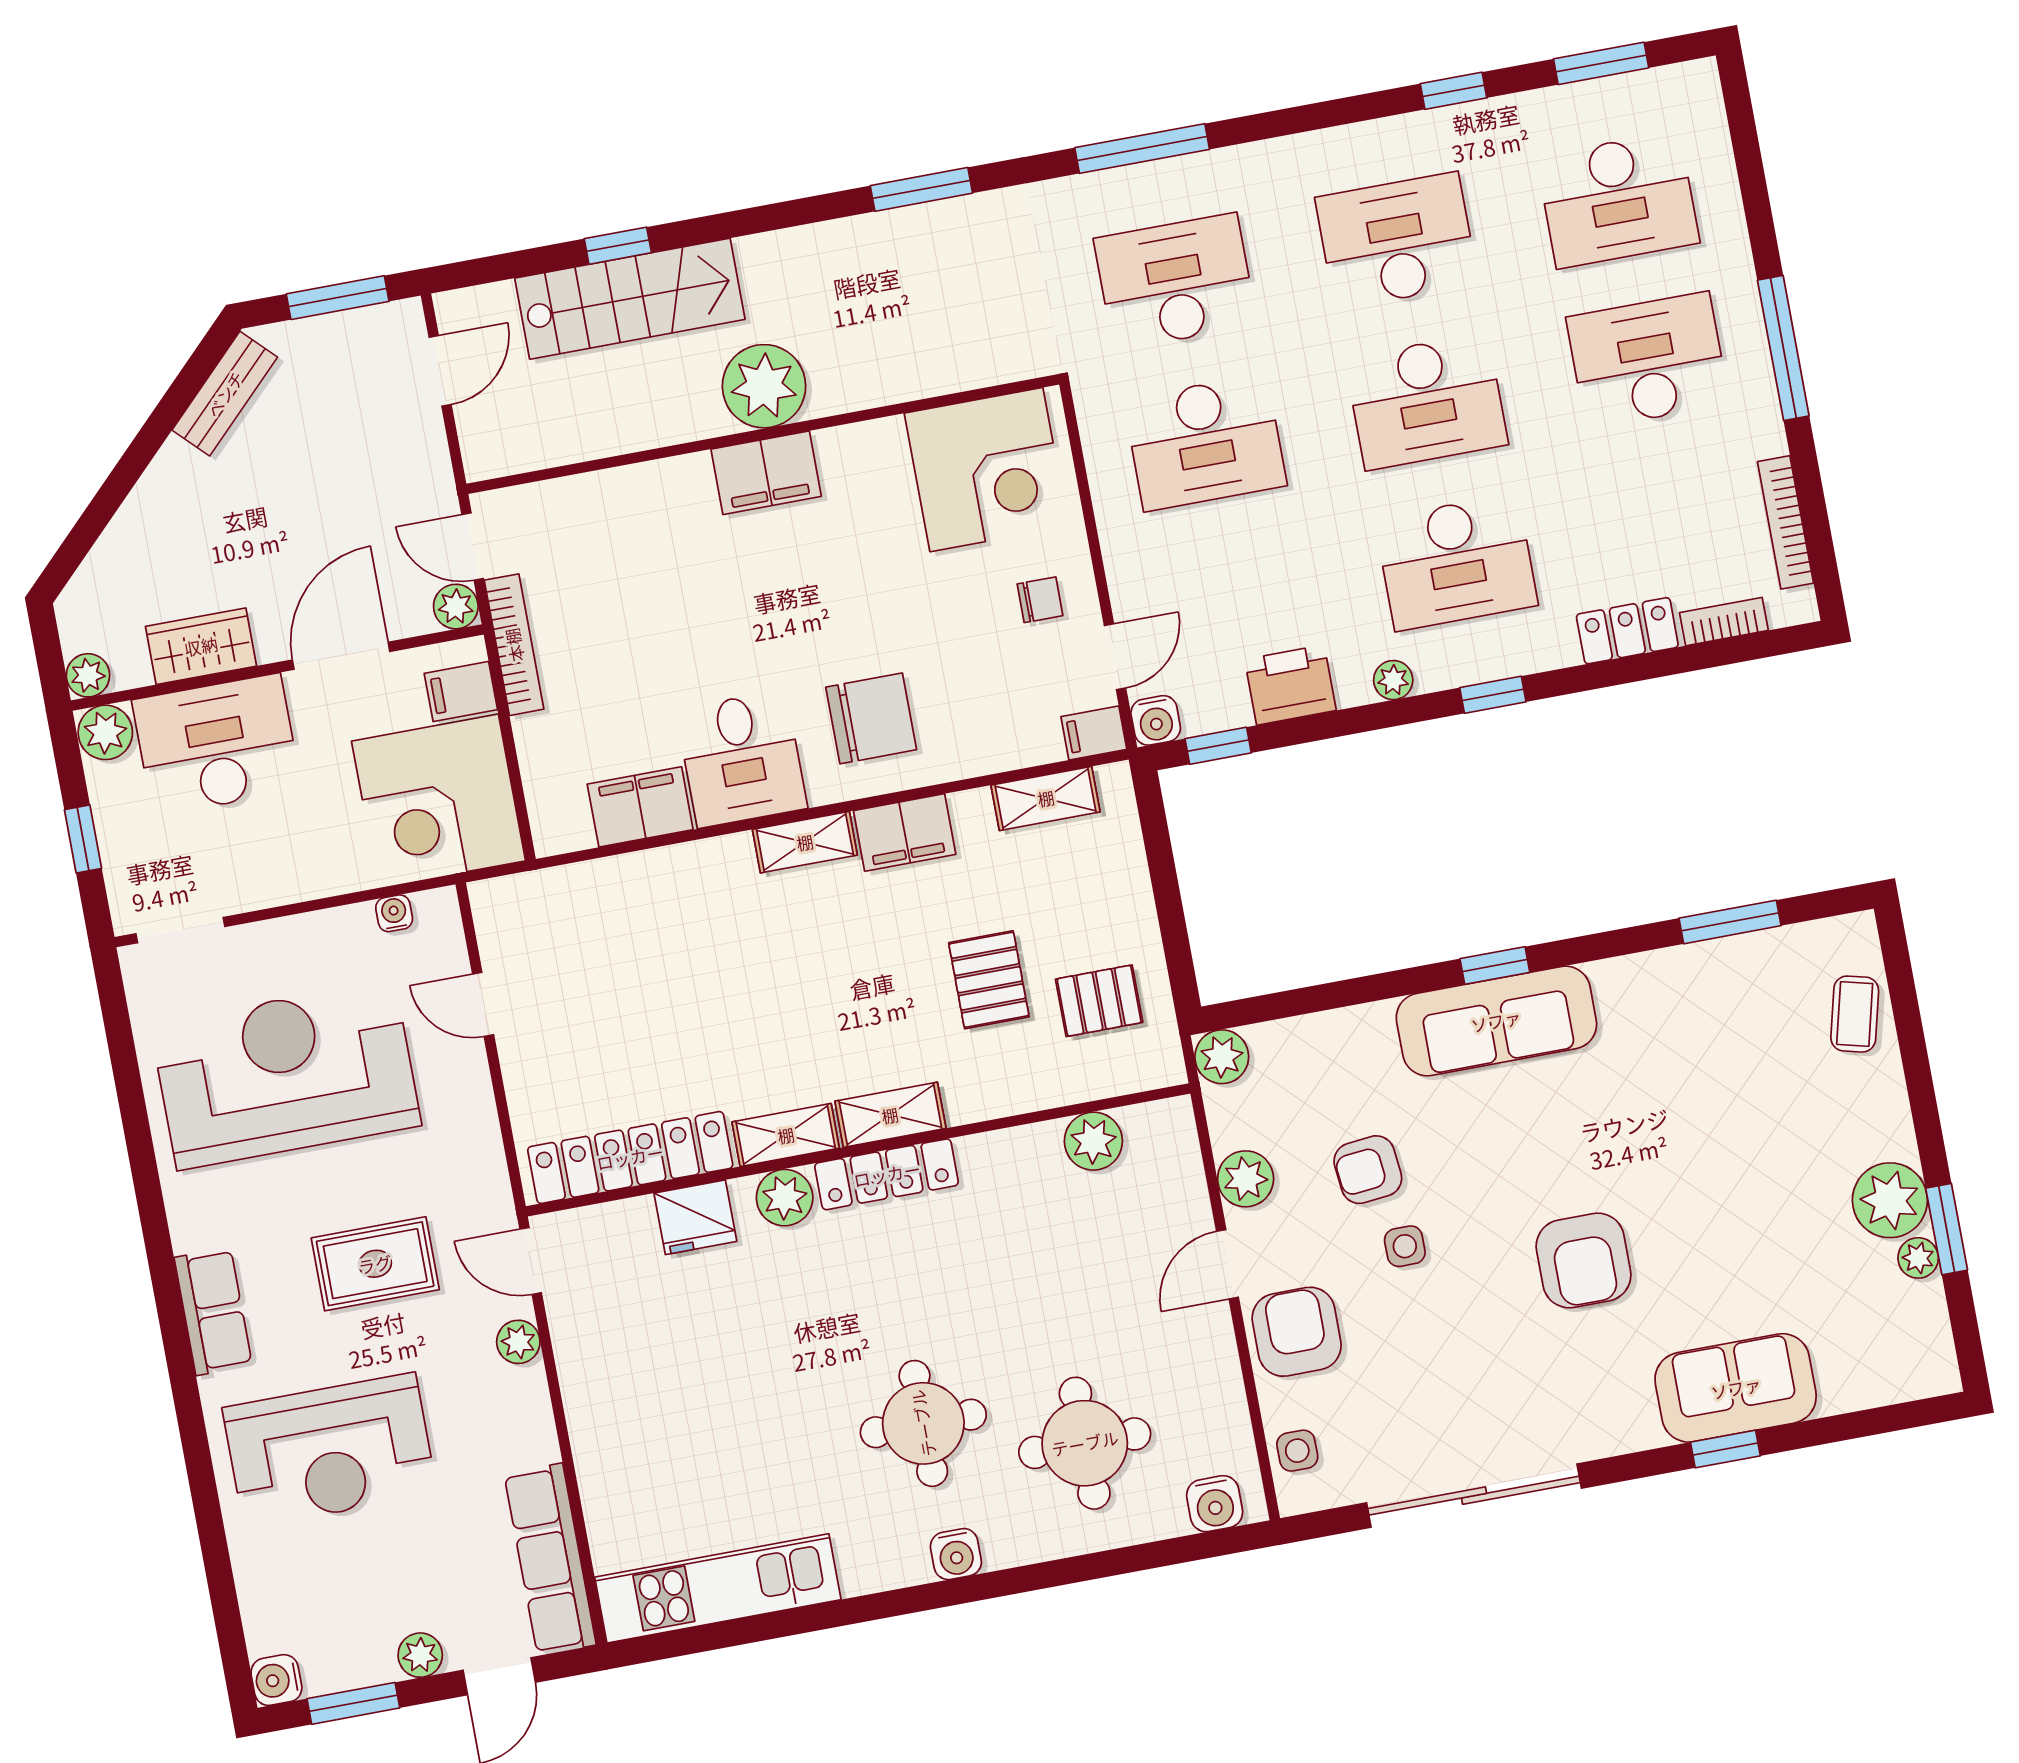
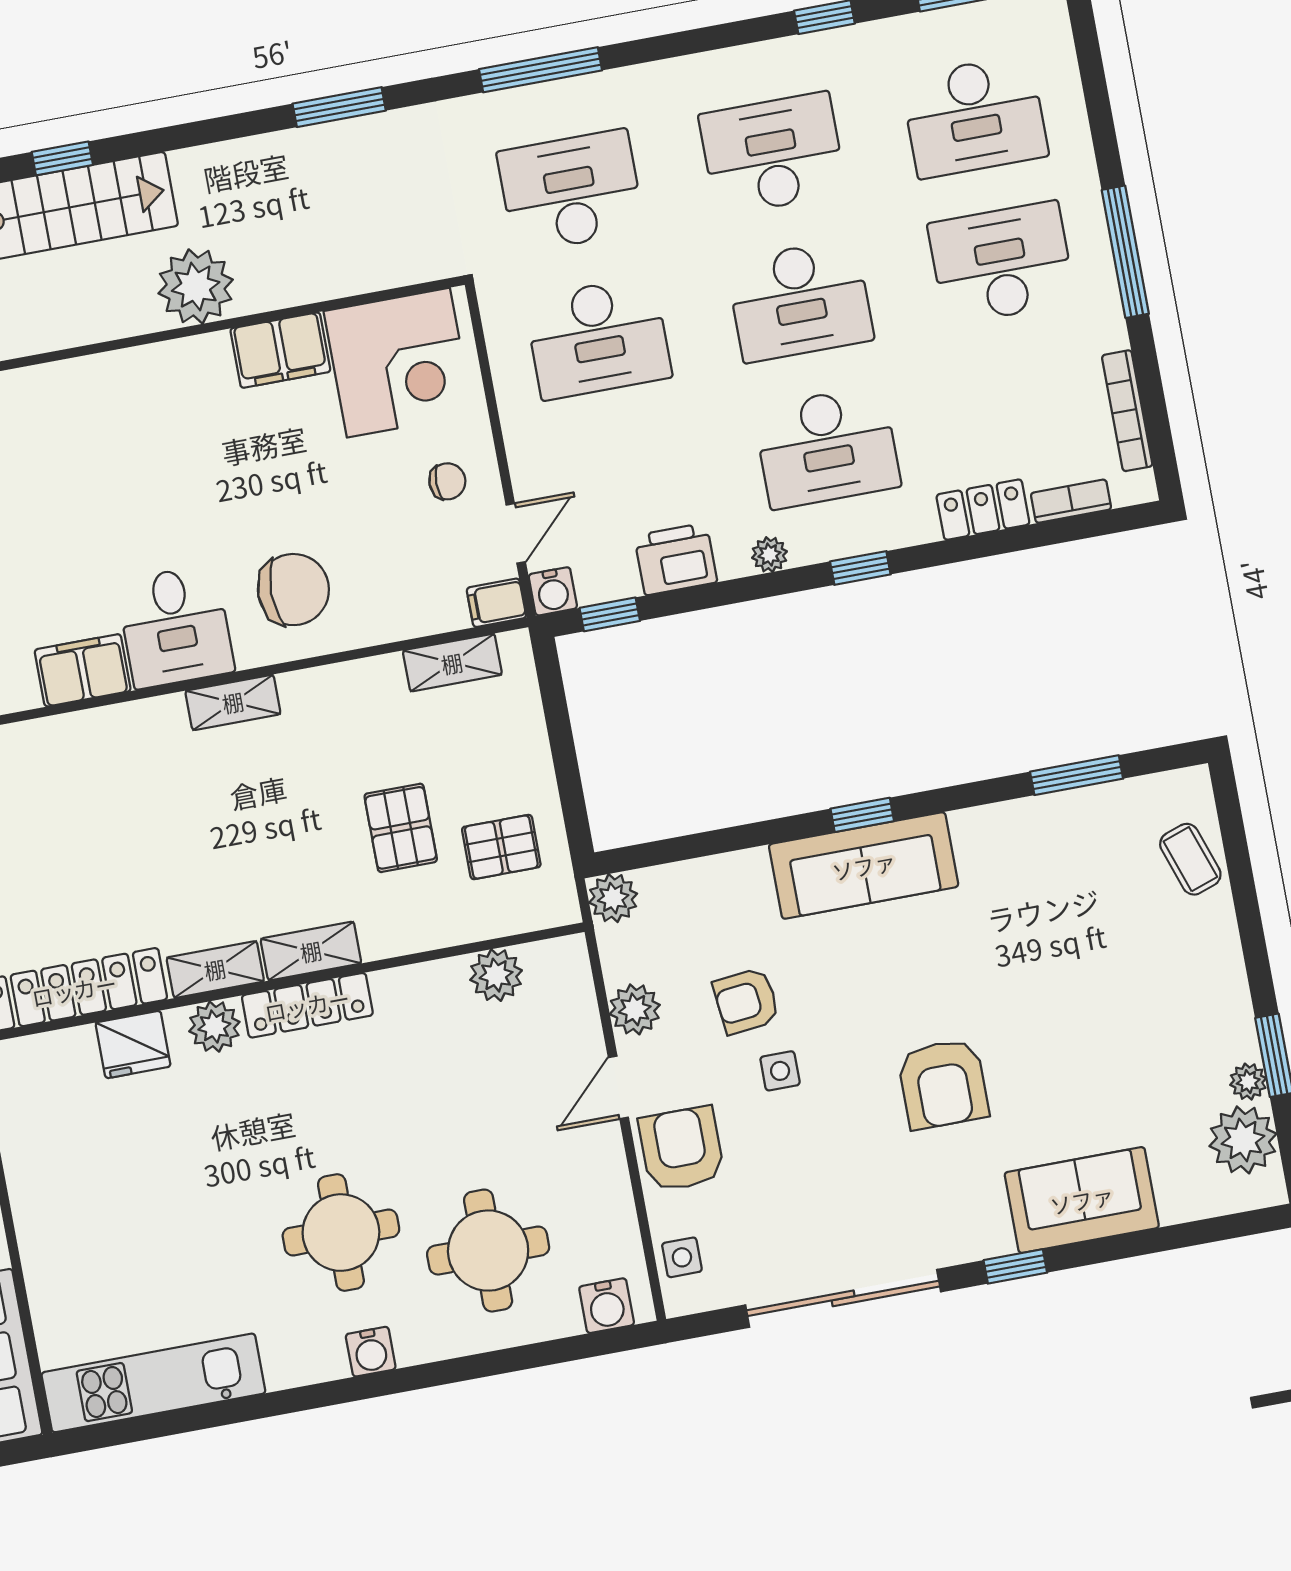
filing cabinet: (766, 473) -> (280, 350), moved
filing cabinet: (905, 833) -> (324, 694), removed
coffee table: (1855, 1014) -> (1190, 859), turned -33
plant: (1890, 1200) -> (1243, 1140), moved
window: (1725, 1449) -> (1015, 1266), moved

